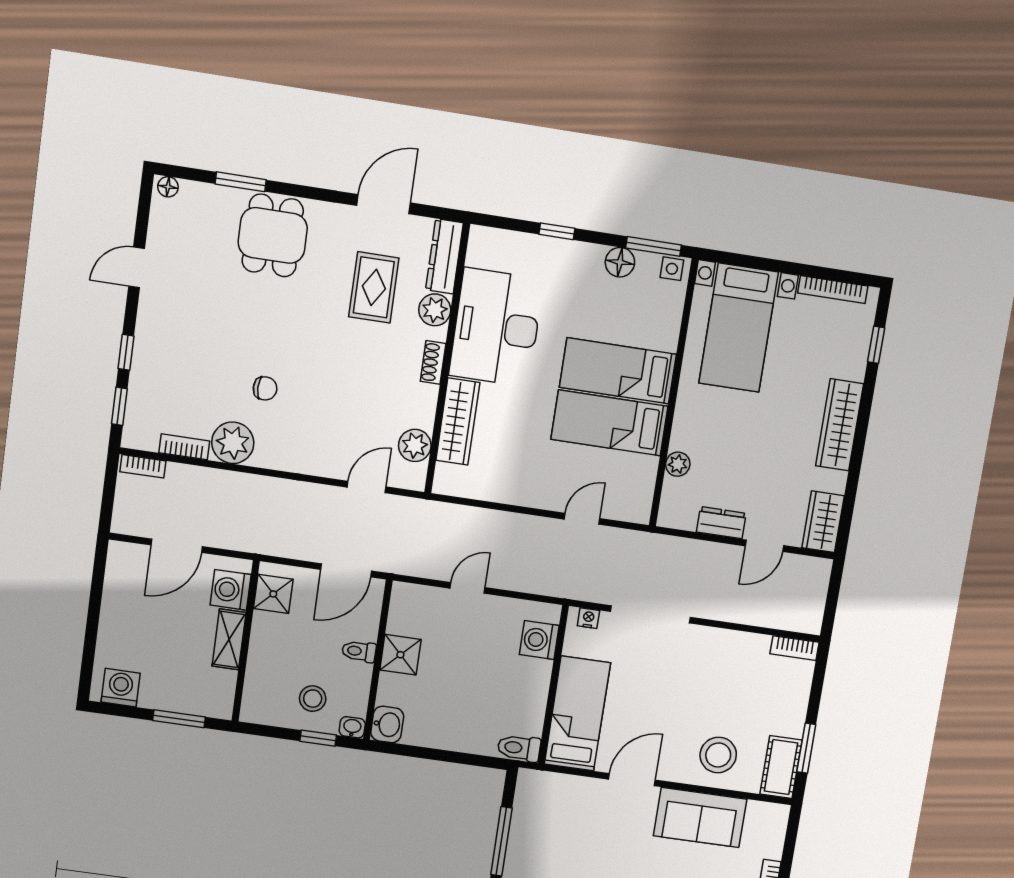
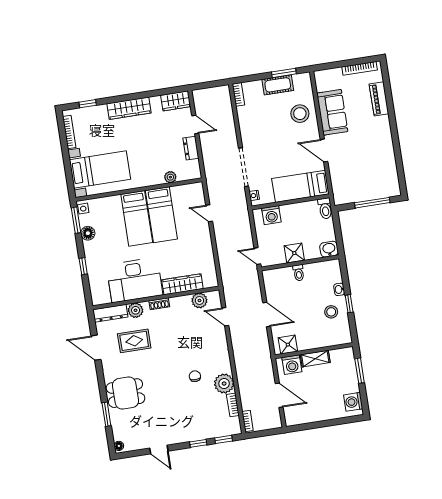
toilet: (359, 651) -> (299, 273), moved
shower: (400, 655) -> (294, 253), moved
wall: (378, 660) -> (300, 263), moved
washbasin: (387, 724) -> (329, 249), moved
cot: (781, 767) -> (278, 85), moved

